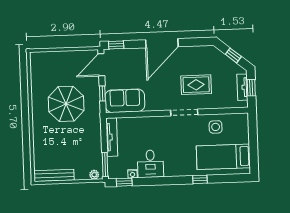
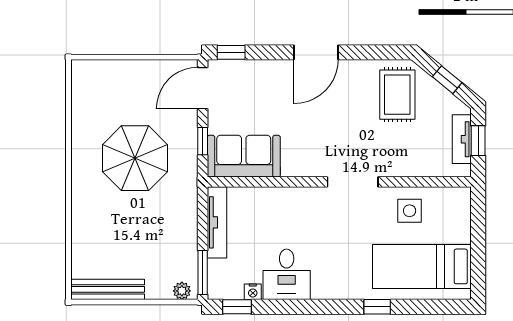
door: (162, 43) -> (316, 52), width x0.73
rug: (196, 85) -> (397, 95), moved, turned 90

